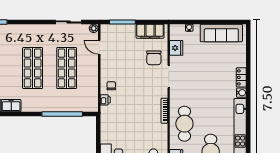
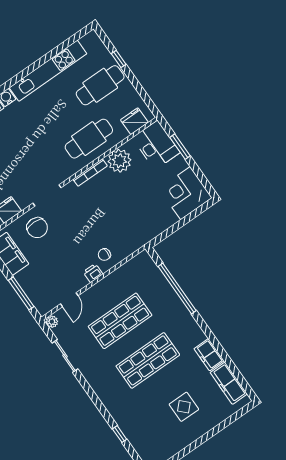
chair: (154, 58) -> (37, 228), turned 90
printer: (105, 100) -> (93, 273), moved
plant: (159, 132) -> (119, 161), added

